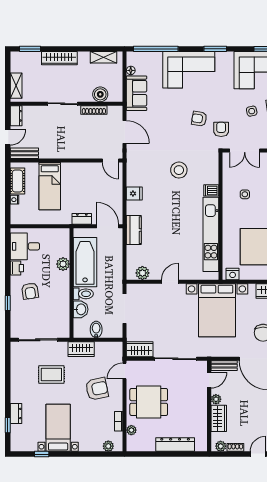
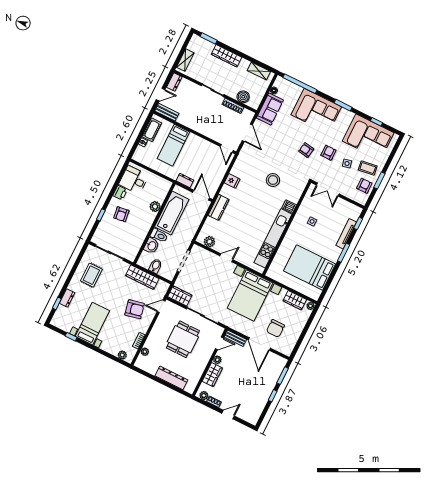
armchair: (221, 129) -> (328, 153), moved
nightstand: (233, 274) -> (274, 275), removed
wardrobe: (81, 349) -> (142, 277), width x1.50
rug: (51, 374) -> (91, 275), moved, turned 90
dining table: (149, 402) -> (183, 339), moved, turned 90

